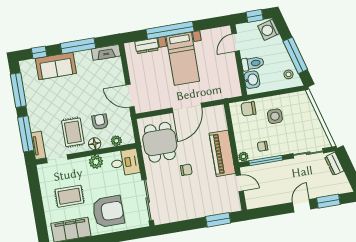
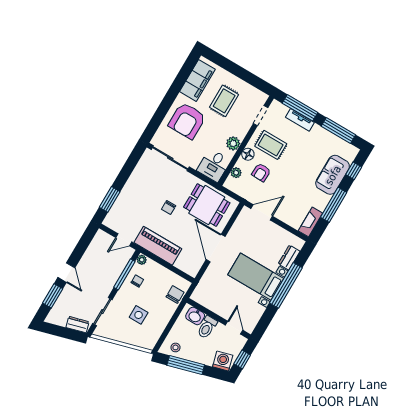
side table: (275, 116) -> (139, 315), moved
armchair: (100, 122) -> (261, 172), turned 92
tv unit: (38, 145) -> (300, 120), moved

